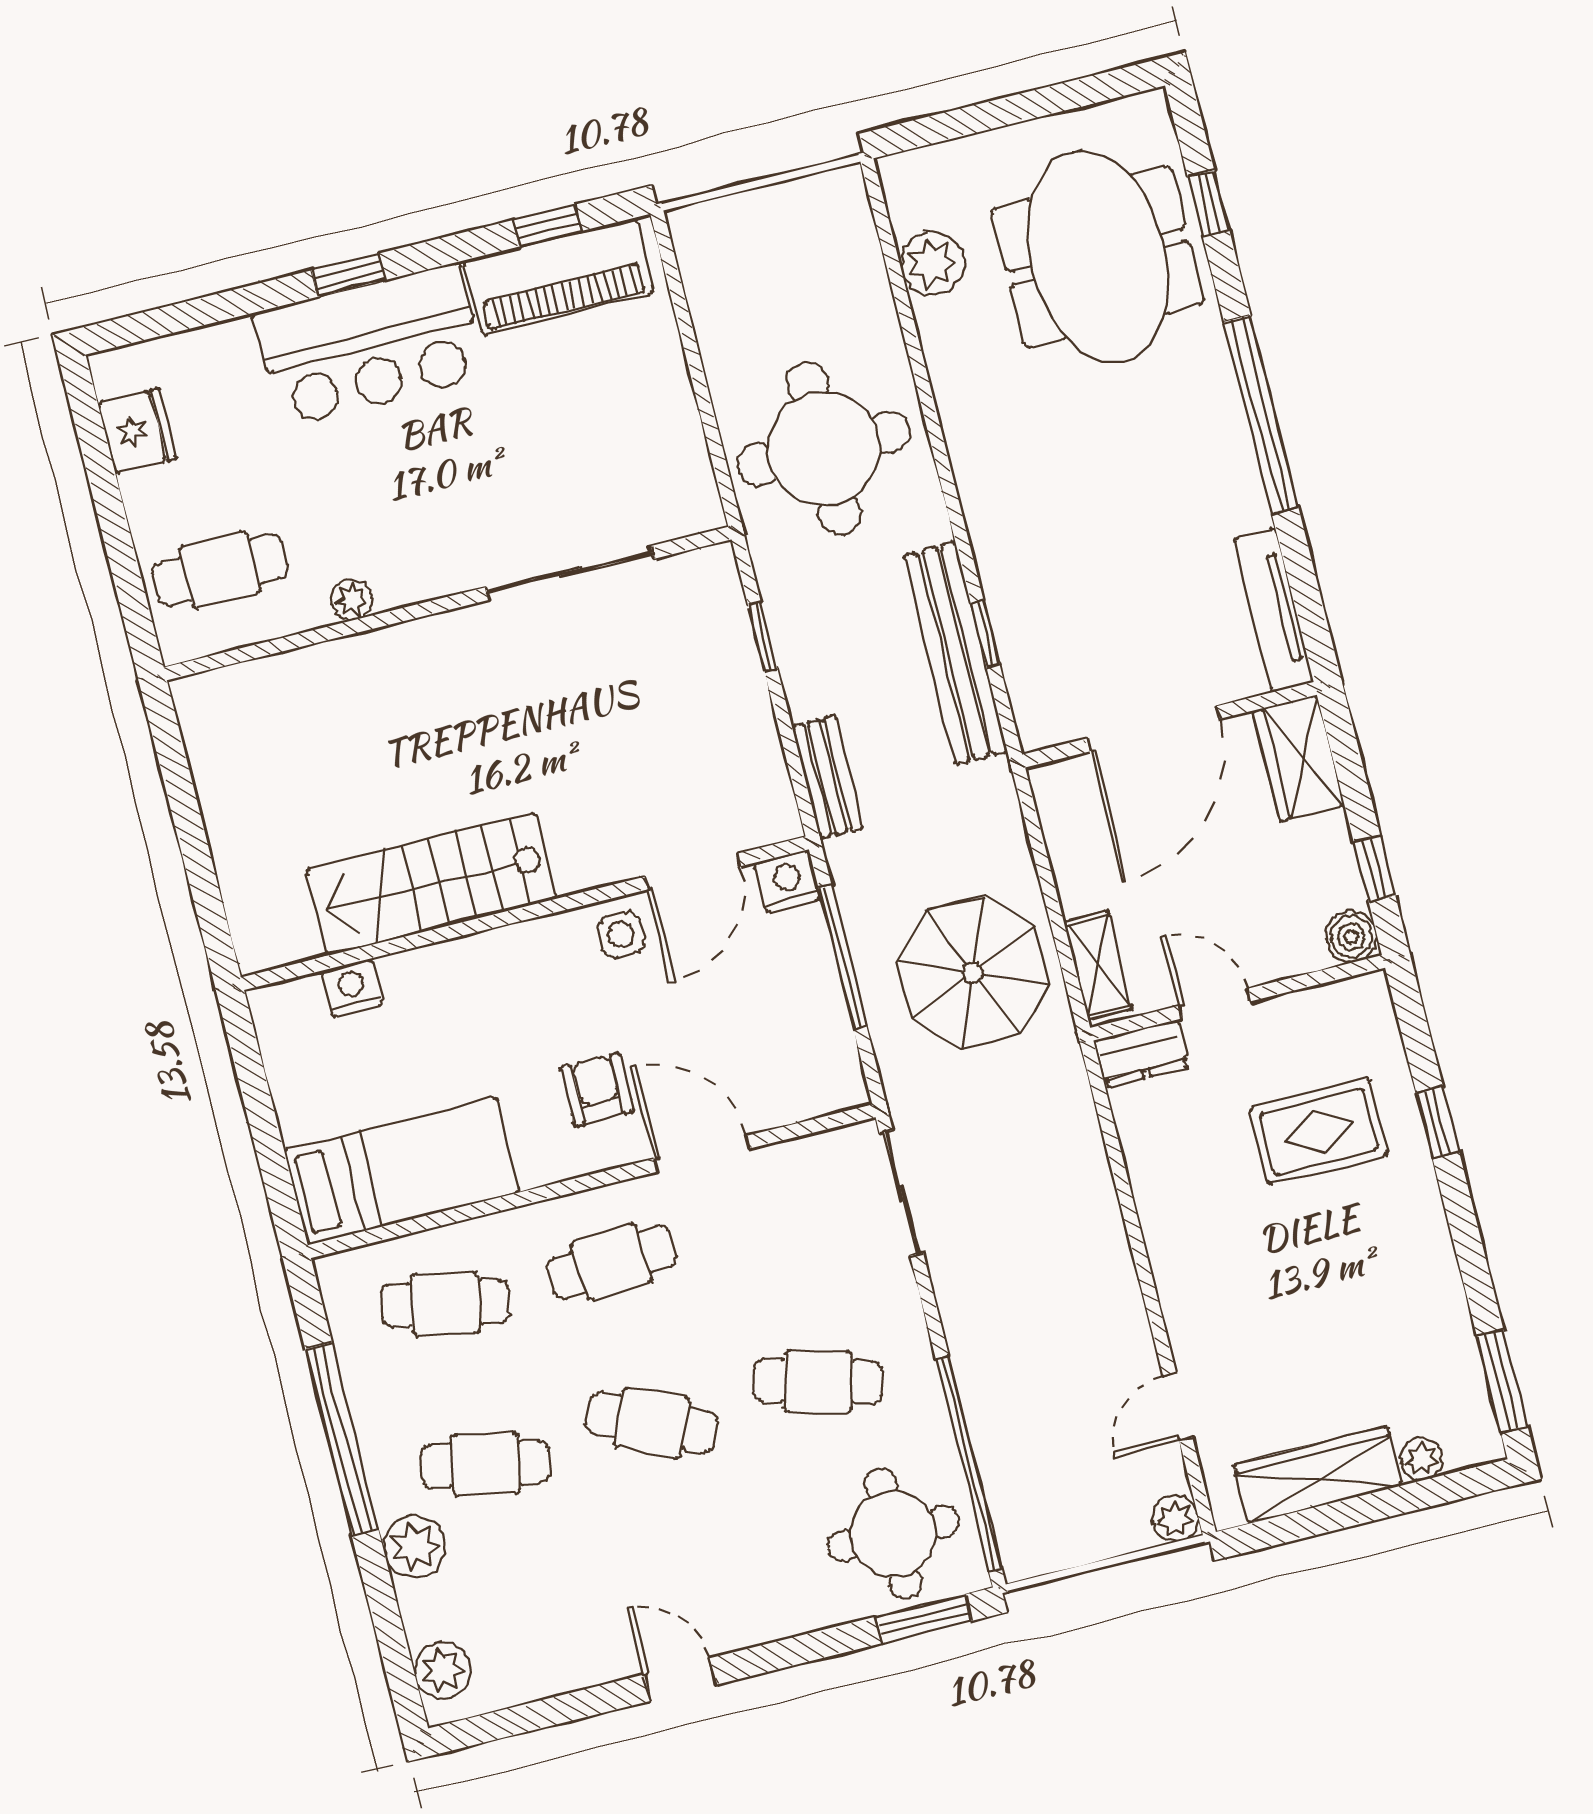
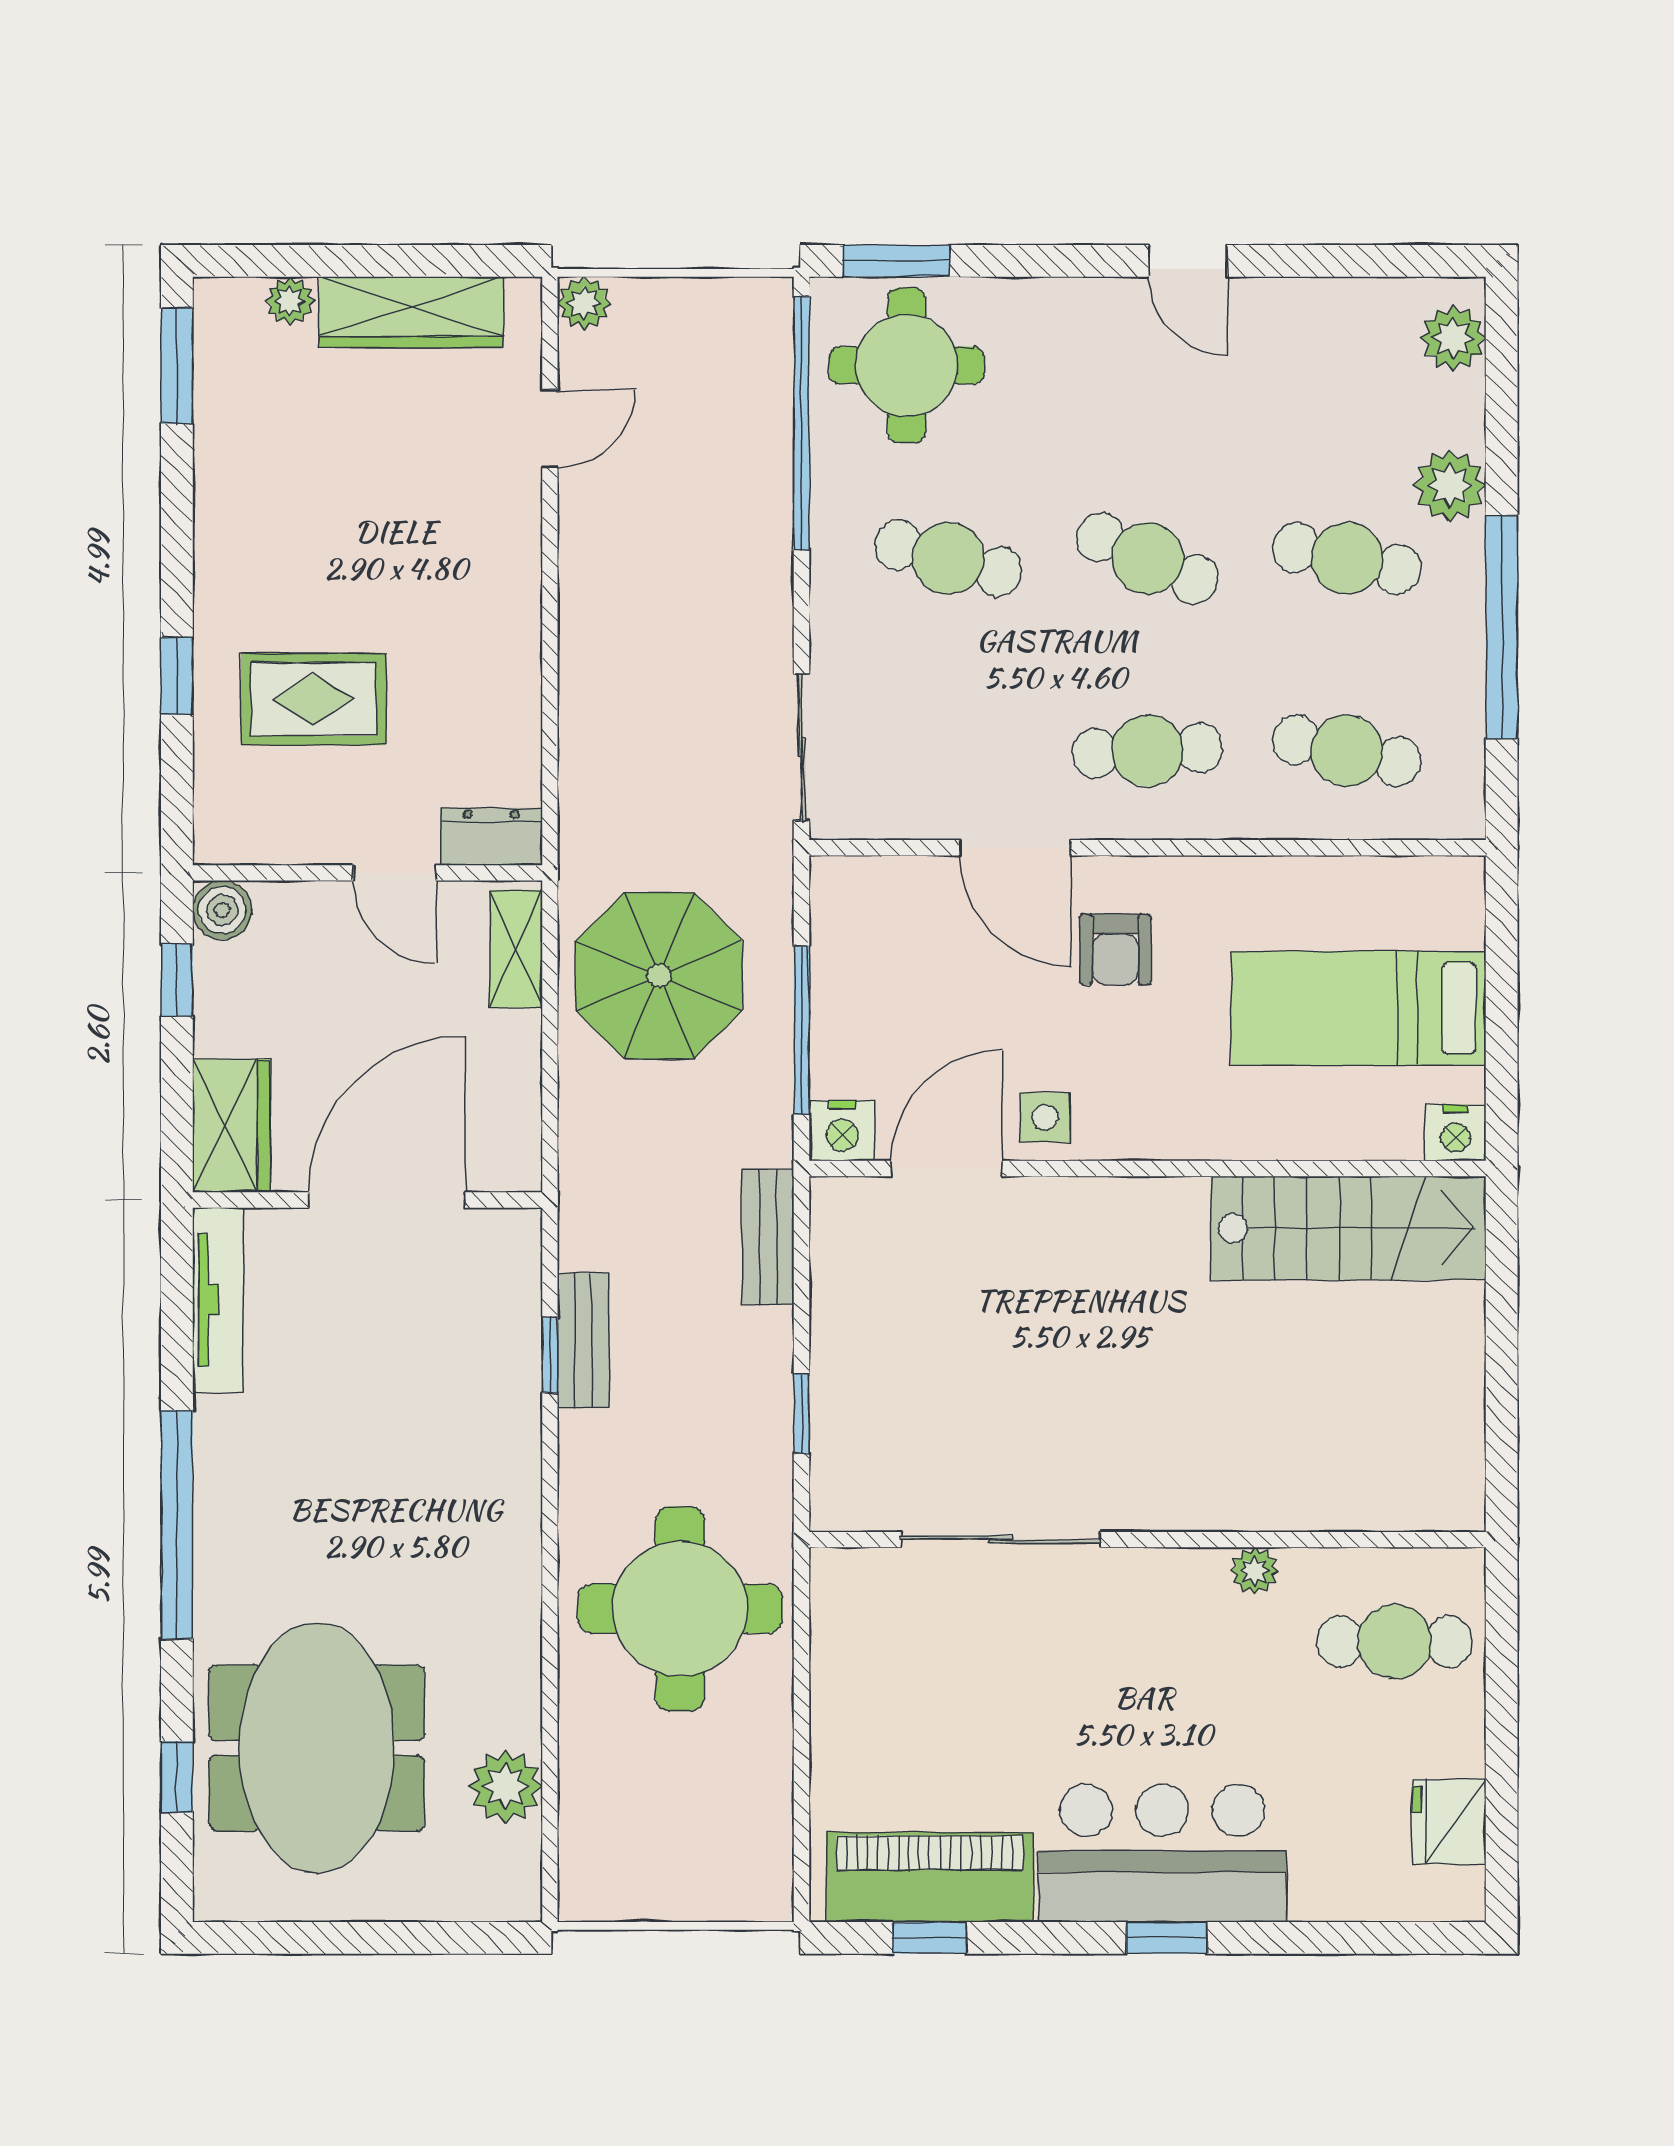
bench: (955, 653) -> (583, 1341), width x0.54, depth x0.82
stairs: (431, 884) -> (1348, 1228), moved
nightstand: (352, 988) -> (1455, 1133), moved
bed: (402, 1171) -> (1358, 1008), moved

